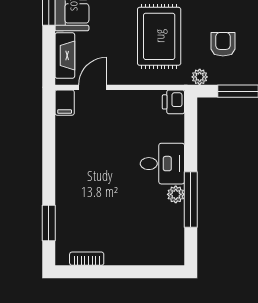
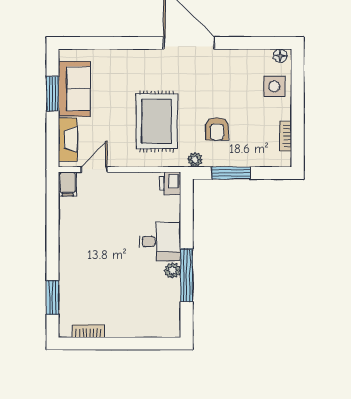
armchair: (223, 44) -> (217, 129), turned 180

